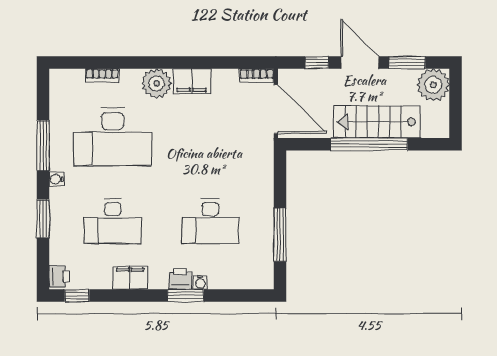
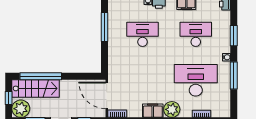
window: (456, 105) -> (9, 98), added
stairs: (377, 122) -> (35, 88), moved
window: (369, 144) -> (41, 76), moved

